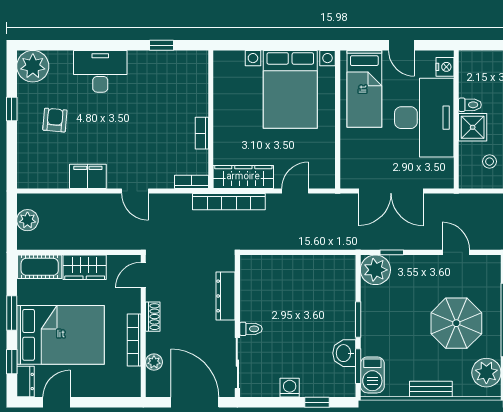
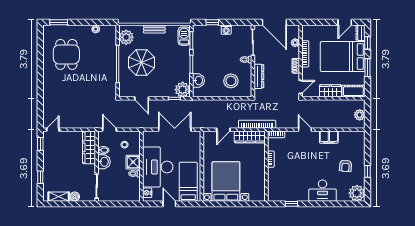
stool: (280, 287) -> (231, 81), added
washbasin: (344, 353) -> (198, 80), moved

